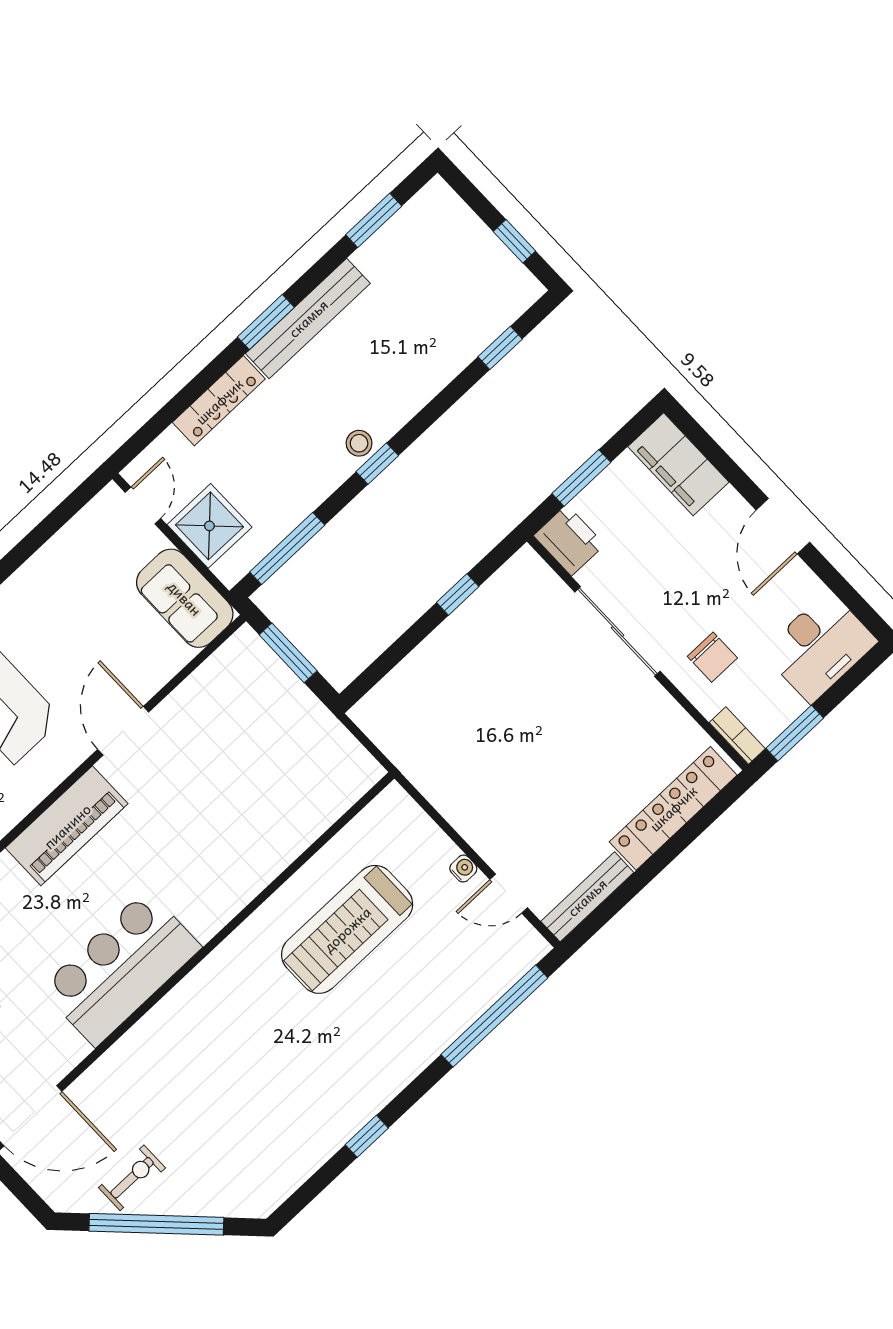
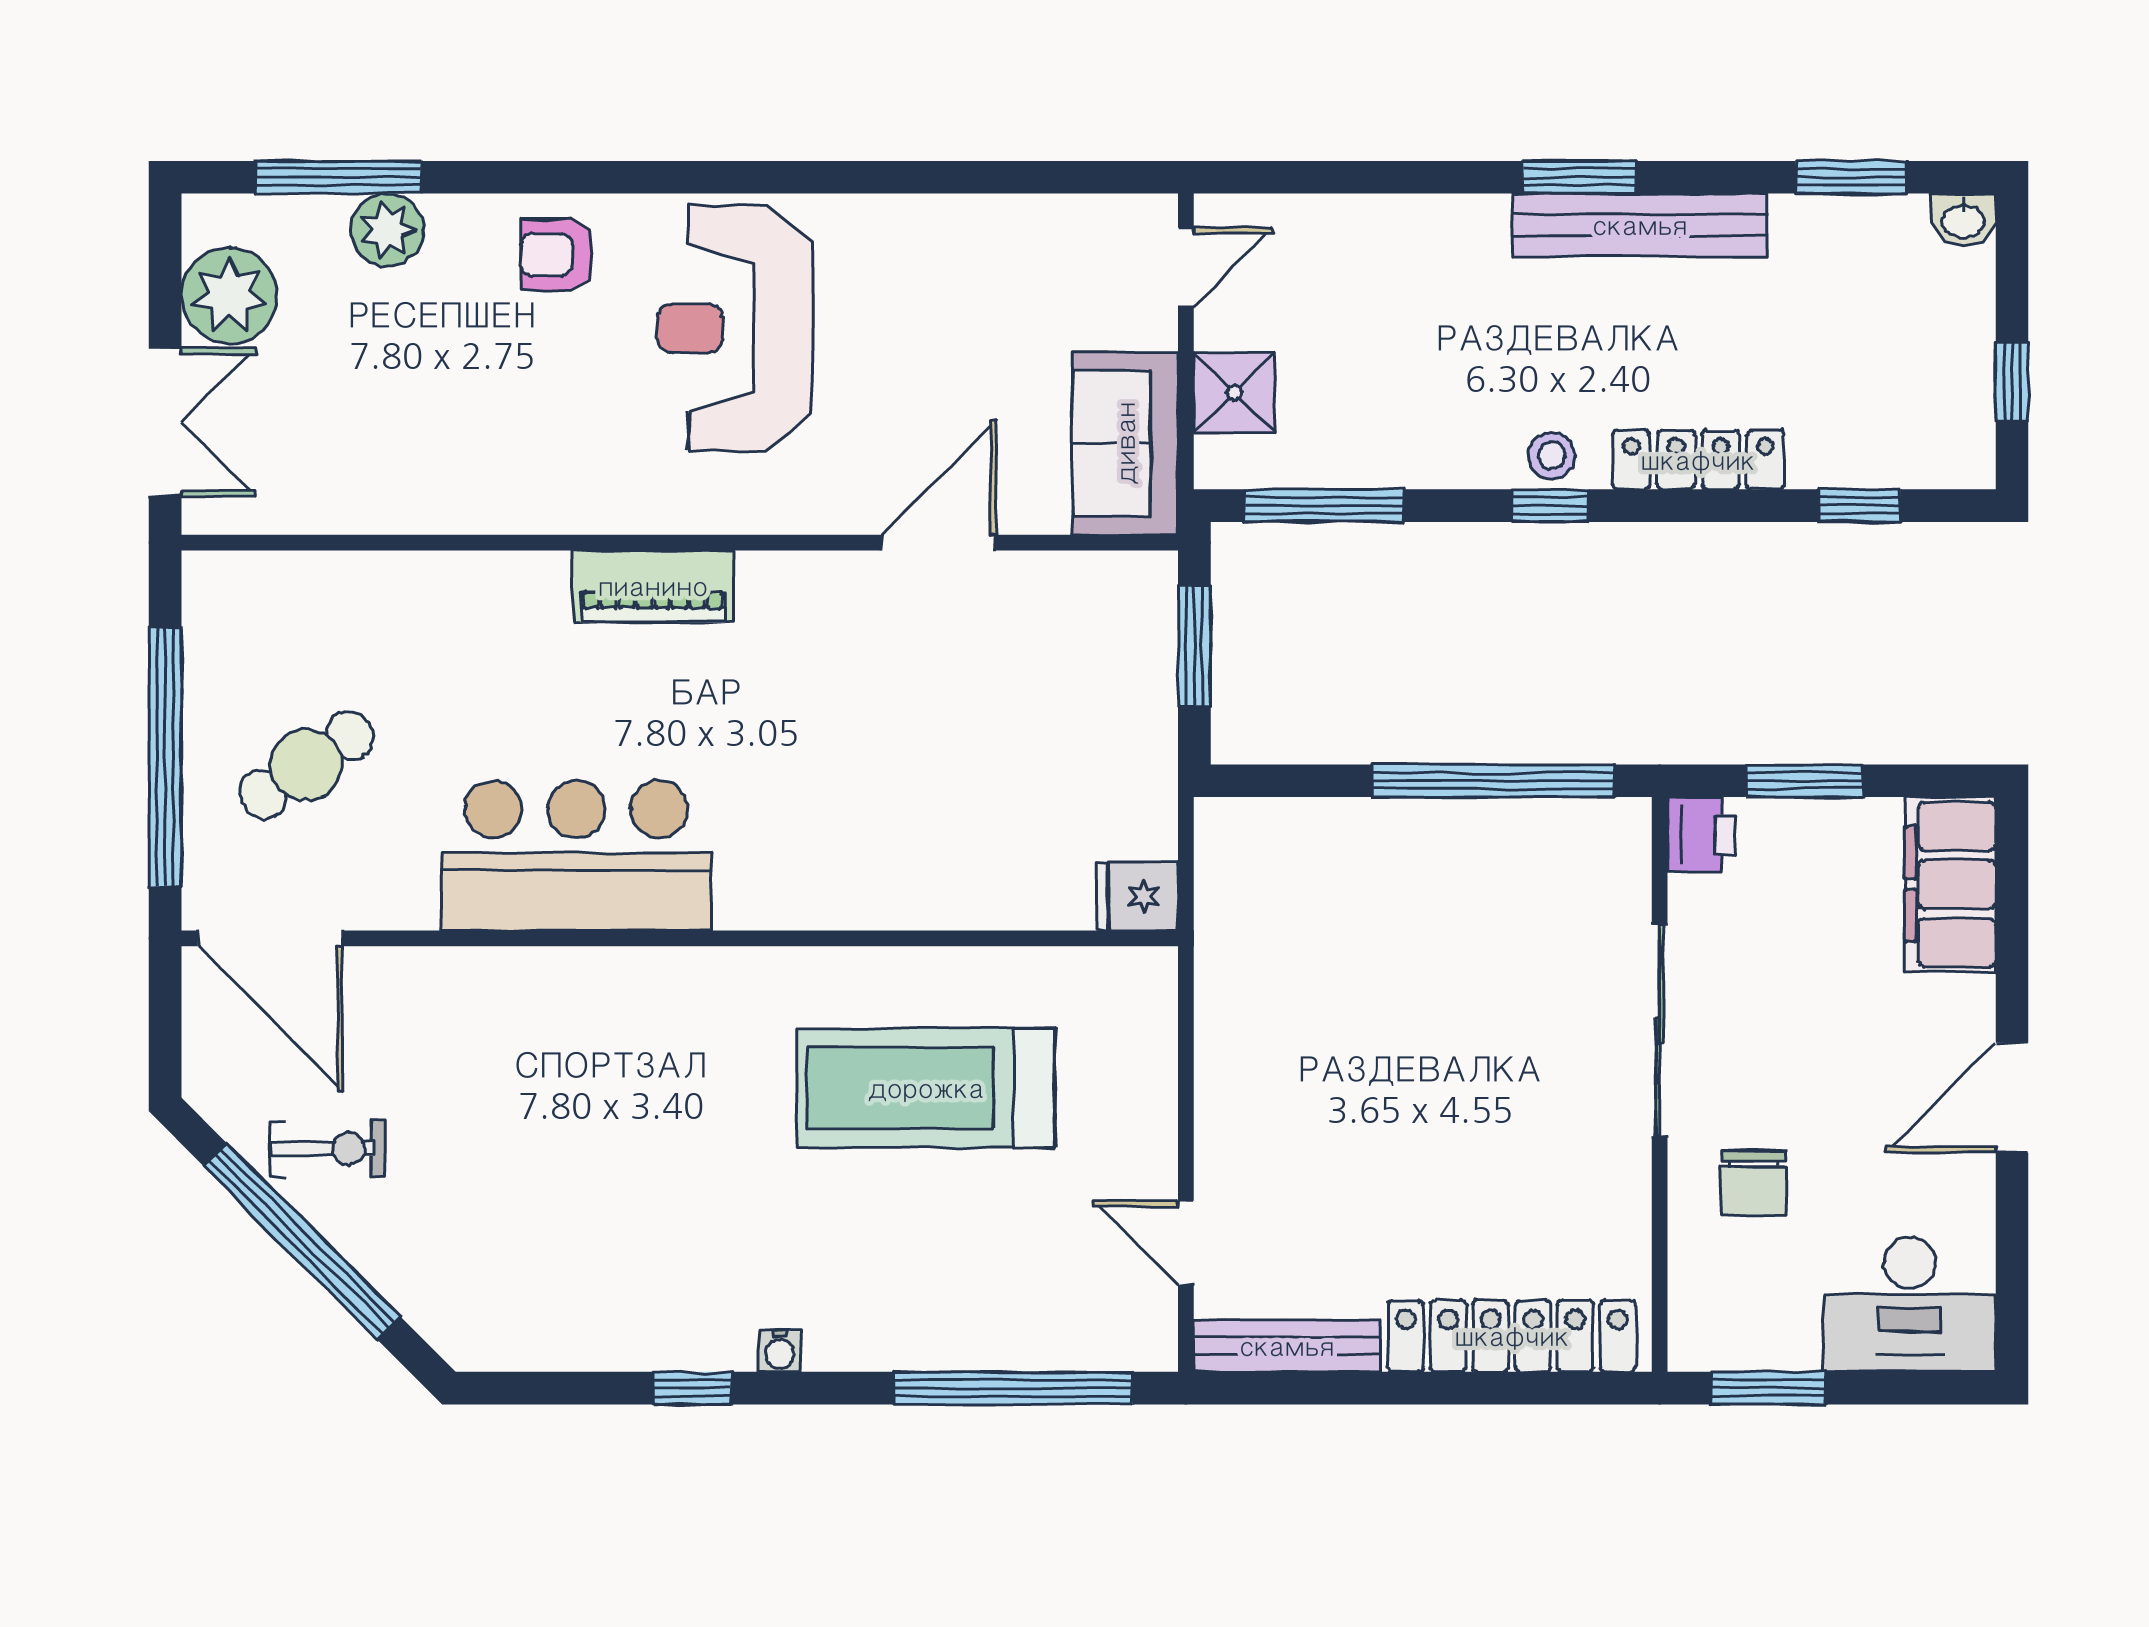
washbasin: (434, 195) -> (1963, 220), added
locker: (219, 401) -> (1698, 460), moved, turned 180
shower: (209, 526) -> (1234, 393), width x0.73, depth x0.73
printer: (569, 540) -> (1702, 834), width x0.73, depth x0.81
window: (458, 595) -> (1493, 781), width x3.17
door: (123, 731) -> (939, 543), moved
bookcase: (737, 736) -> (1688, 1319), removed
fridge: (359, 774) -> (1137, 896), added
piano: (67, 826) -> (653, 586), width x0.73, depth x0.75
water cooler: (463, 869) -> (780, 1351), moved, turned 90

